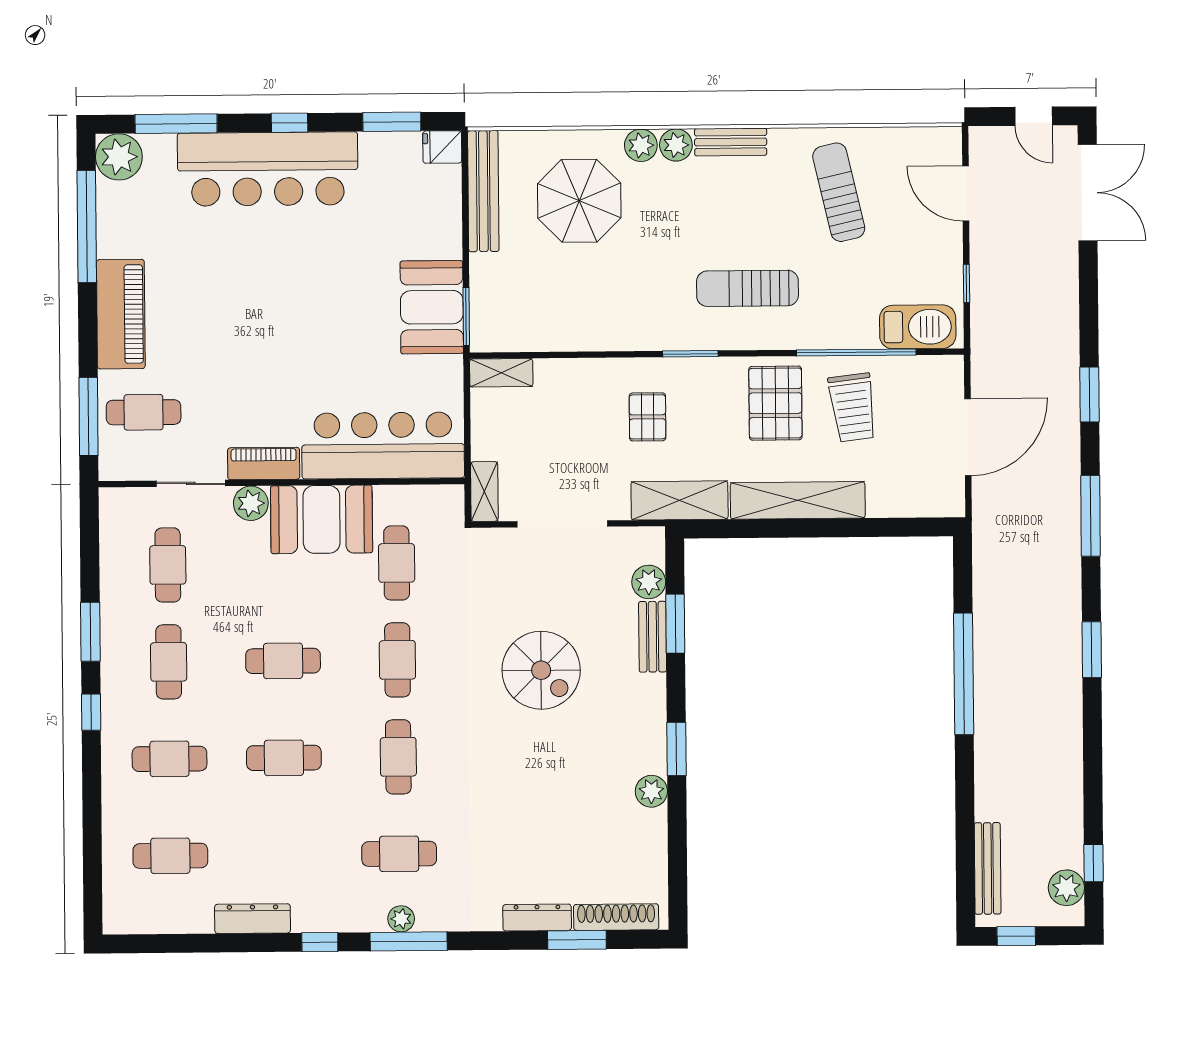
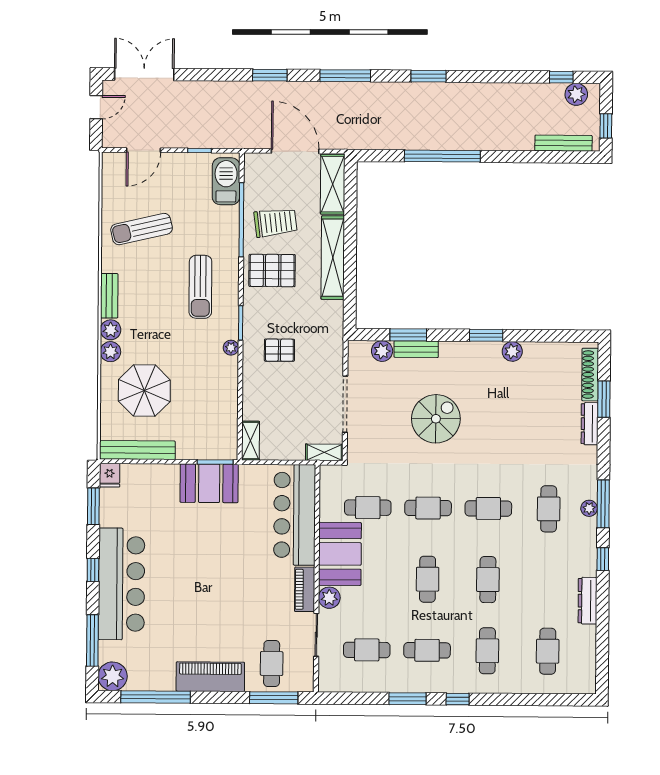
plant: (650, 339) -> (231, 348), added
shelving: (680, 500) -> (333, 184), moved

